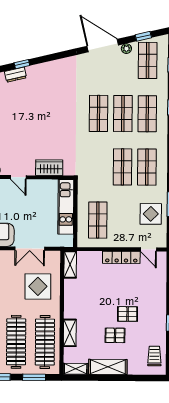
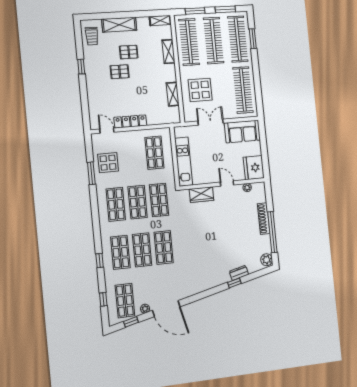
shop shelf: (98, 167) -> (159, 200), added
shelving: (70, 265) -> (173, 94), moved
shelving: (108, 367) -> (119, 25), moved

